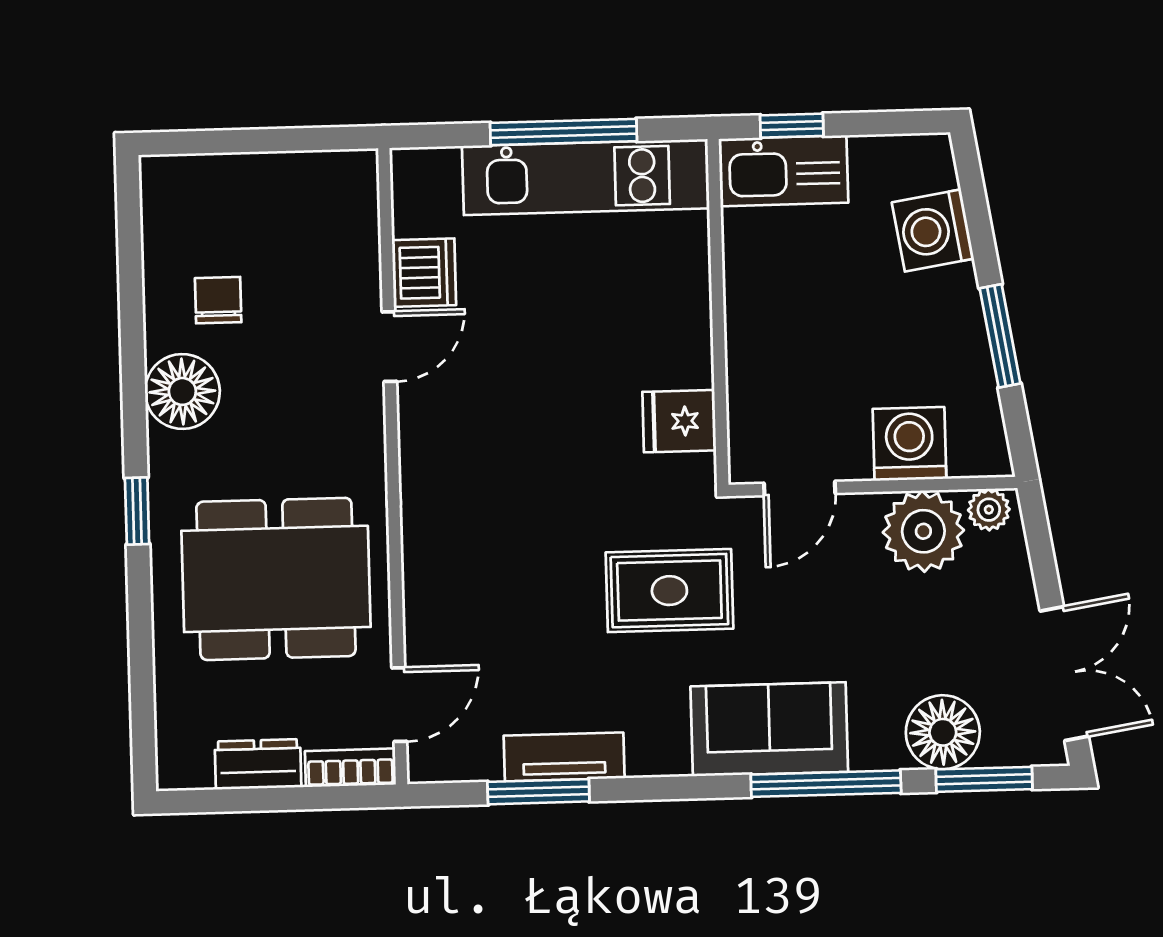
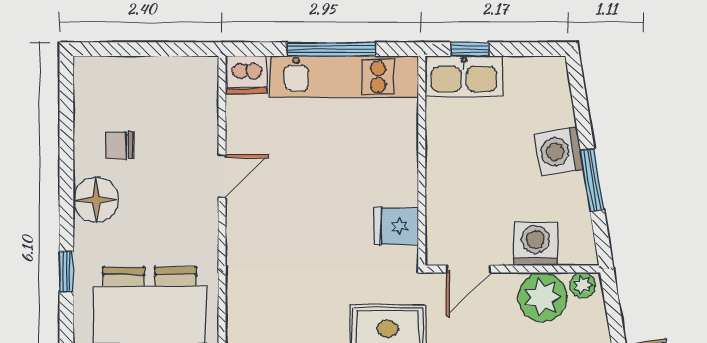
washing machine: (933, 231) -> (559, 151), moved
dishwasher: (424, 273) -> (246, 75), moved, turned 90
chair: (218, 300) -> (119, 145), turned -90

